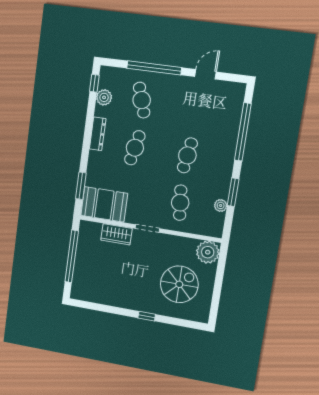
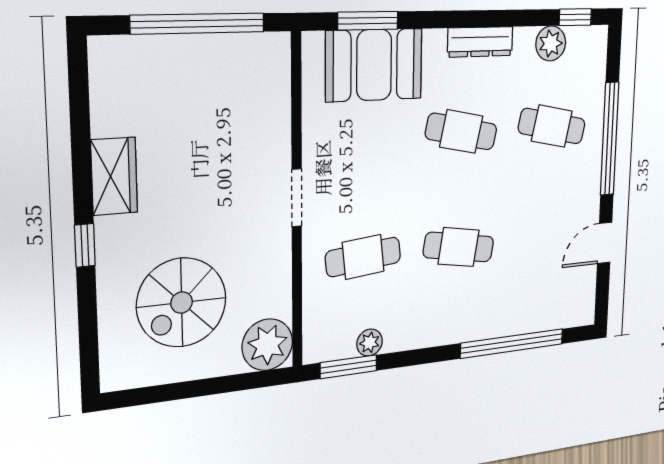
door: (205, 74) -> (605, 243), swing flipped
cafe table: (142, 100) -> (552, 126), turned 30
window: (233, 192) -> (349, 367), moved
booth: (104, 204) -> (374, 65), moved, turned 90
wardrobe: (116, 234) -> (114, 176), moved, turned 180
spiral stairs: (179, 284) -> (182, 303), turned 90

